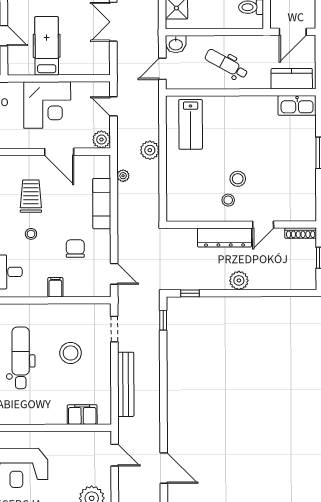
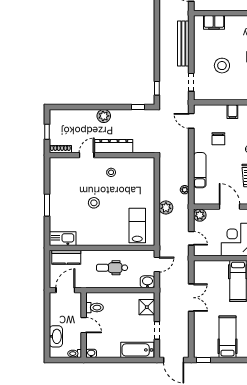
dental chair: (226, 64) -> (112, 268), turned 151
stool: (238, 179) -> (94, 203), moved

